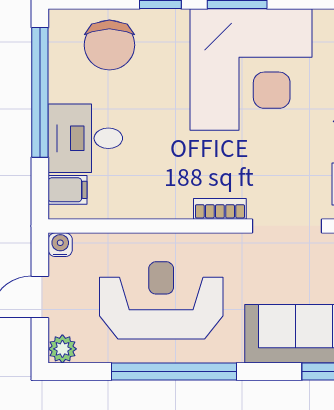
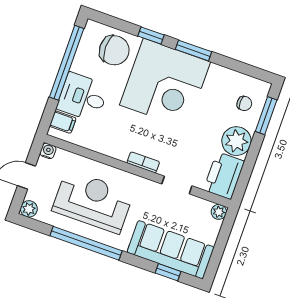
chair: (109, 45) -> (114, 50), turned -90
corner desk: (251, 69) -> (165, 83), moved
doorway: (287, 226) -> (177, 185), width x0.73

